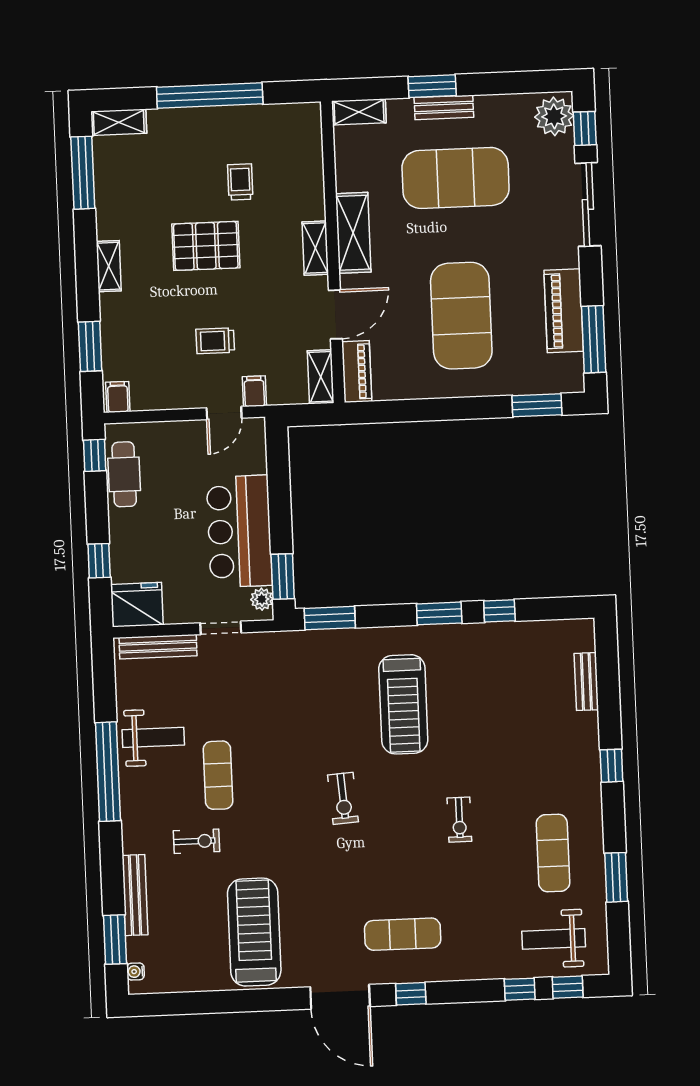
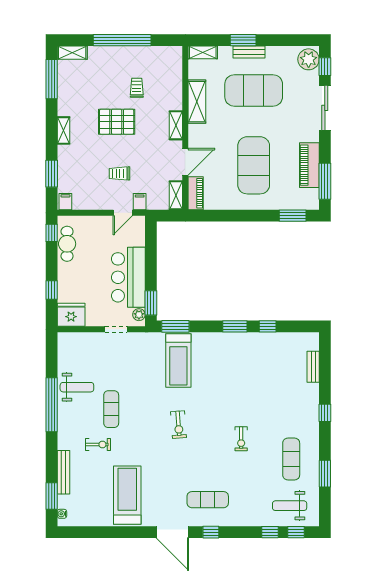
shelving: (353, 233) -> (197, 102), moved
bench: (158, 647) -> (82, 338), removed
treadmill: (403, 704) -> (178, 361), moved

